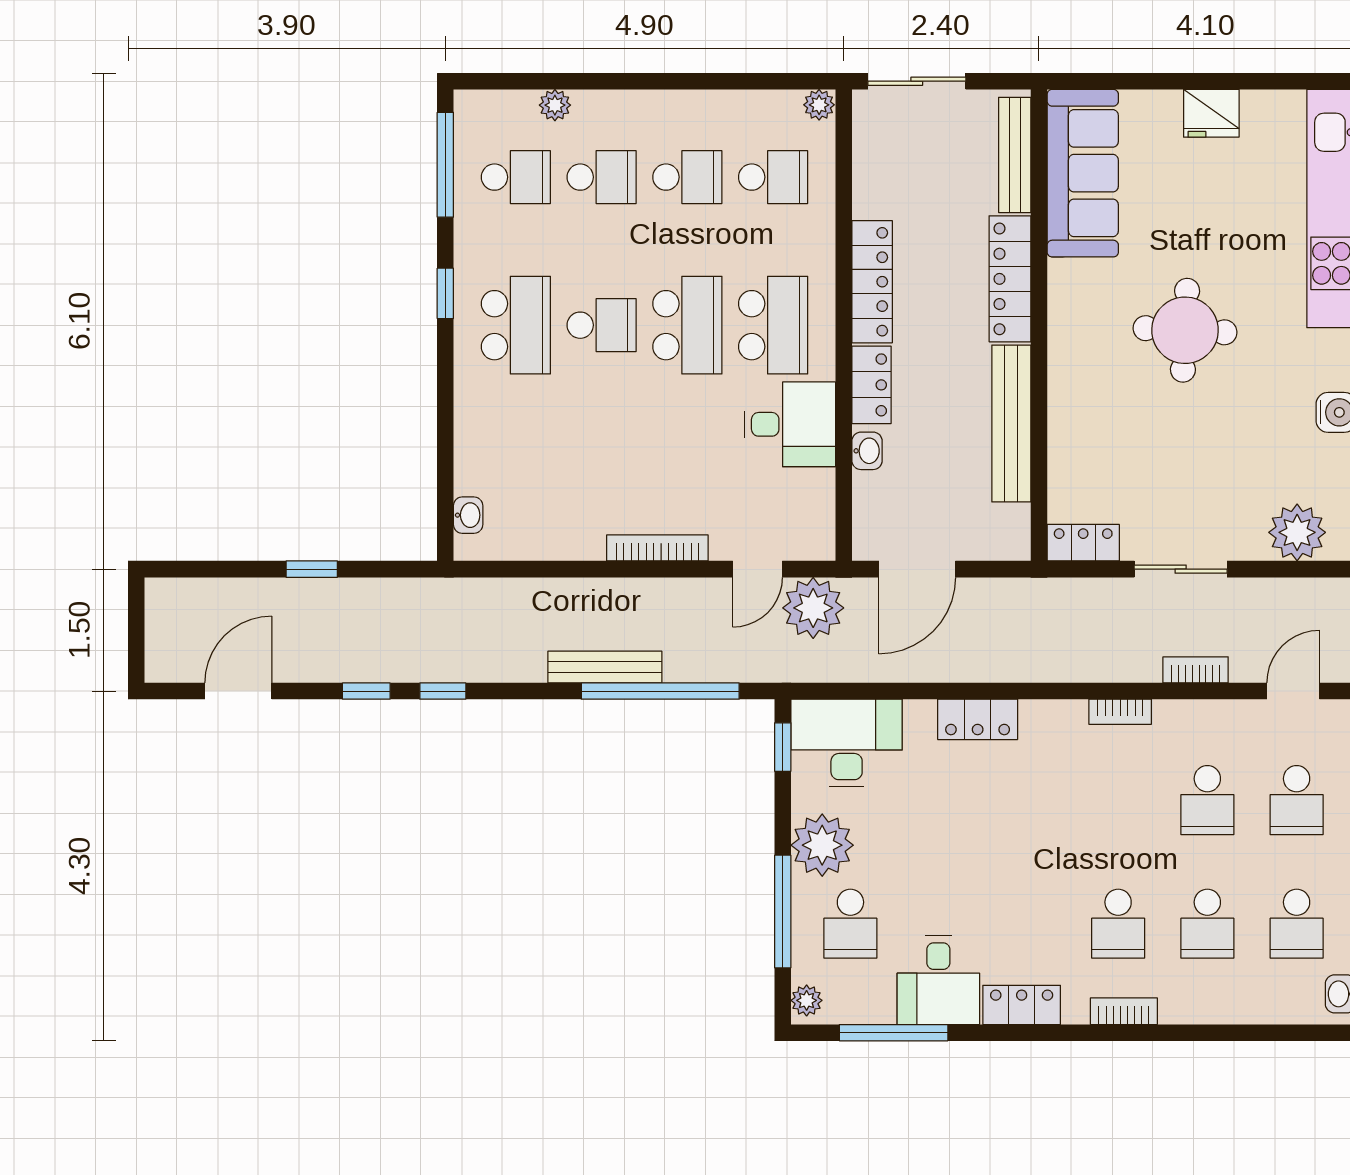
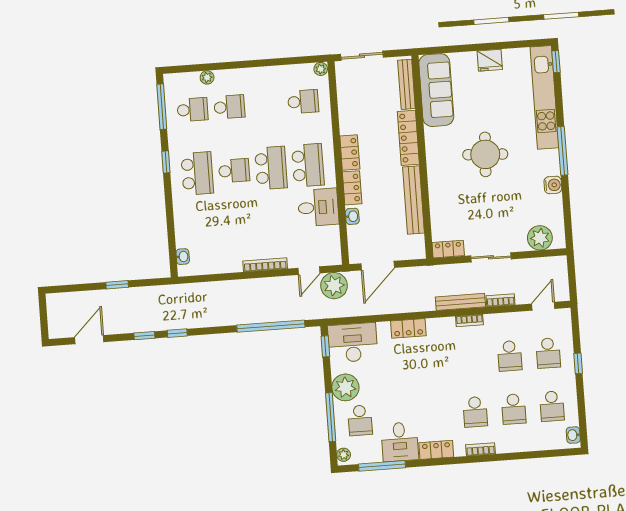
school desk: (687, 177) -> (266, 104), removed
locker: (872, 282) -> (350, 152), width x0.66
bench: (605, 667) -> (460, 302), moved

